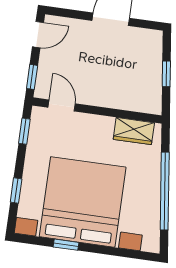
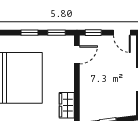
window: (16, 191) -> (30, 33), moved

